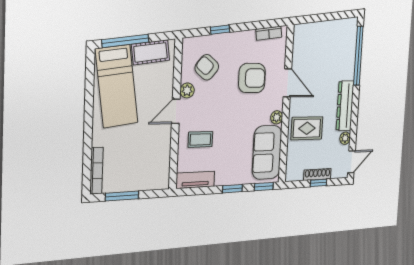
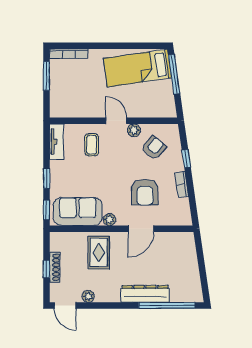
bookcase: (269, 33) -> (182, 184), moved
cot: (151, 52) -> (165, 96), removed
dresser: (345, 106) -> (145, 294), moved

